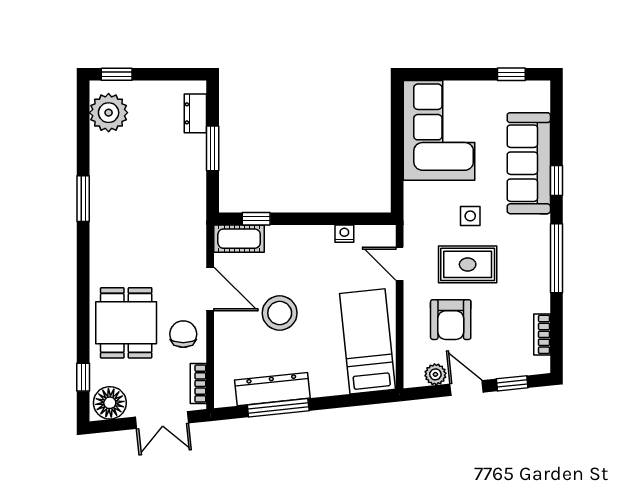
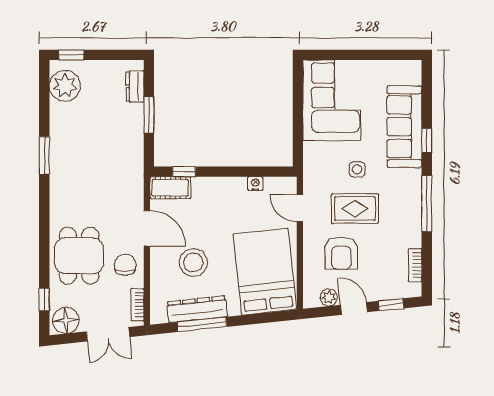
window: (511, 74) -> (390, 55), removed
stool: (280, 313) -> (193, 262), moved
bed: (368, 341) -> (265, 272), width x1.50

